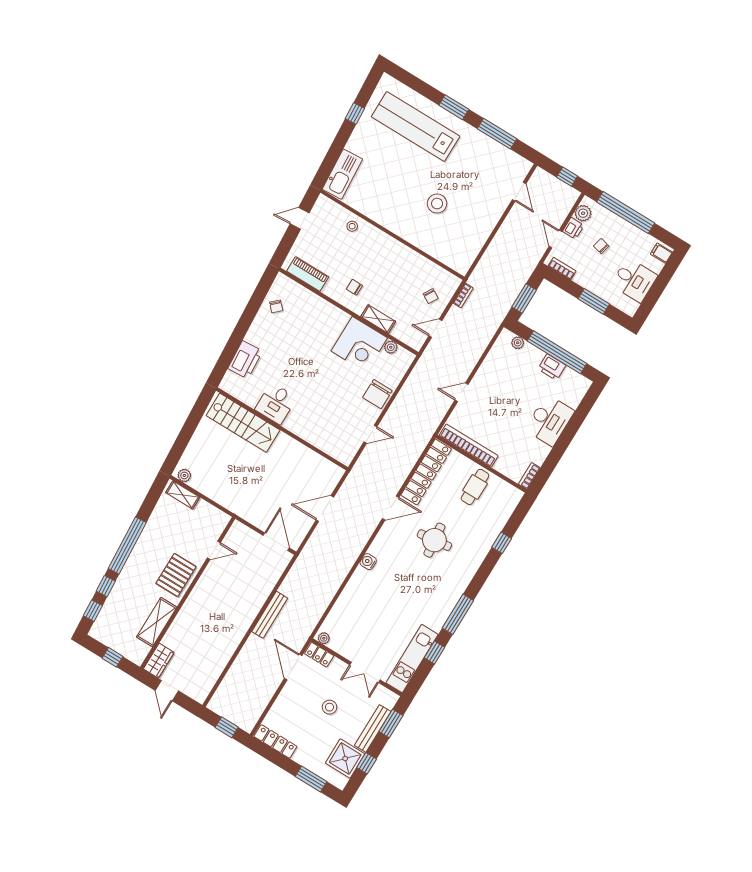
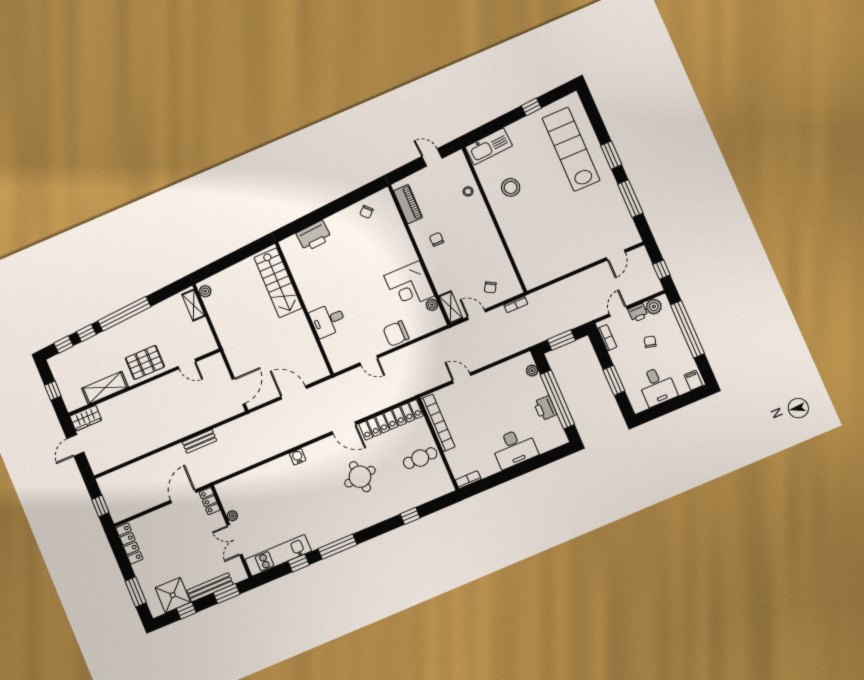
stool: (437, 204) -> (511, 187), moved
shelving: (378, 319) -> (451, 307), moved
desk: (276, 404) -> (328, 320), moved
bench: (270, 615) -> (199, 441), width x0.73
plant: (324, 638) -> (232, 516), moved
stool: (329, 707) -> (189, 547), removed

